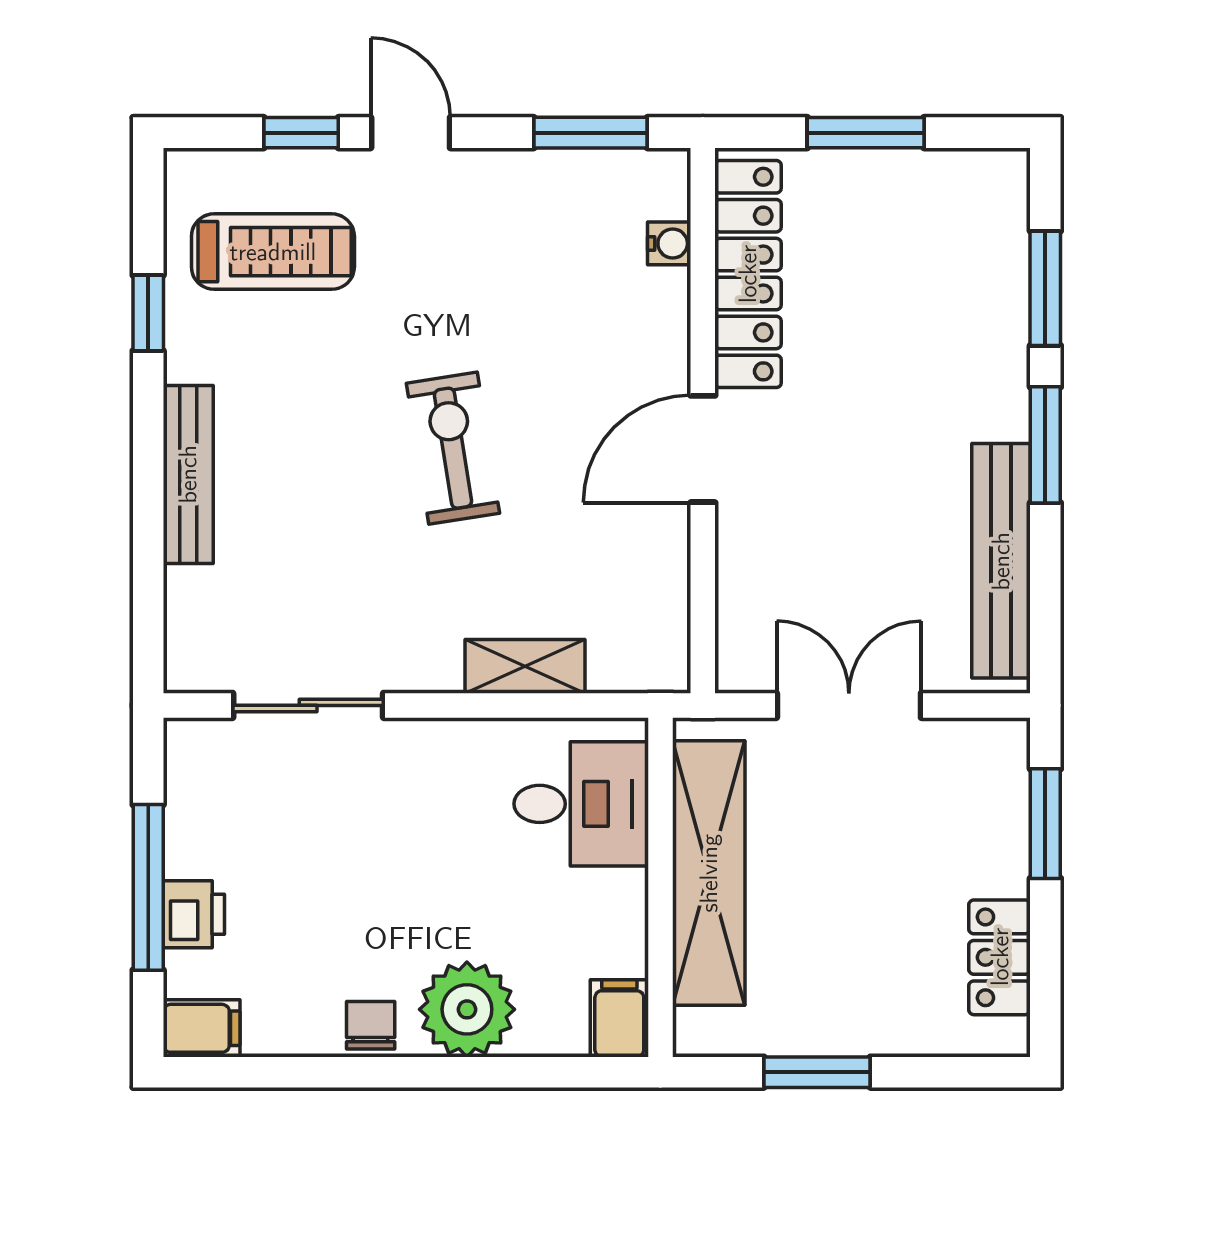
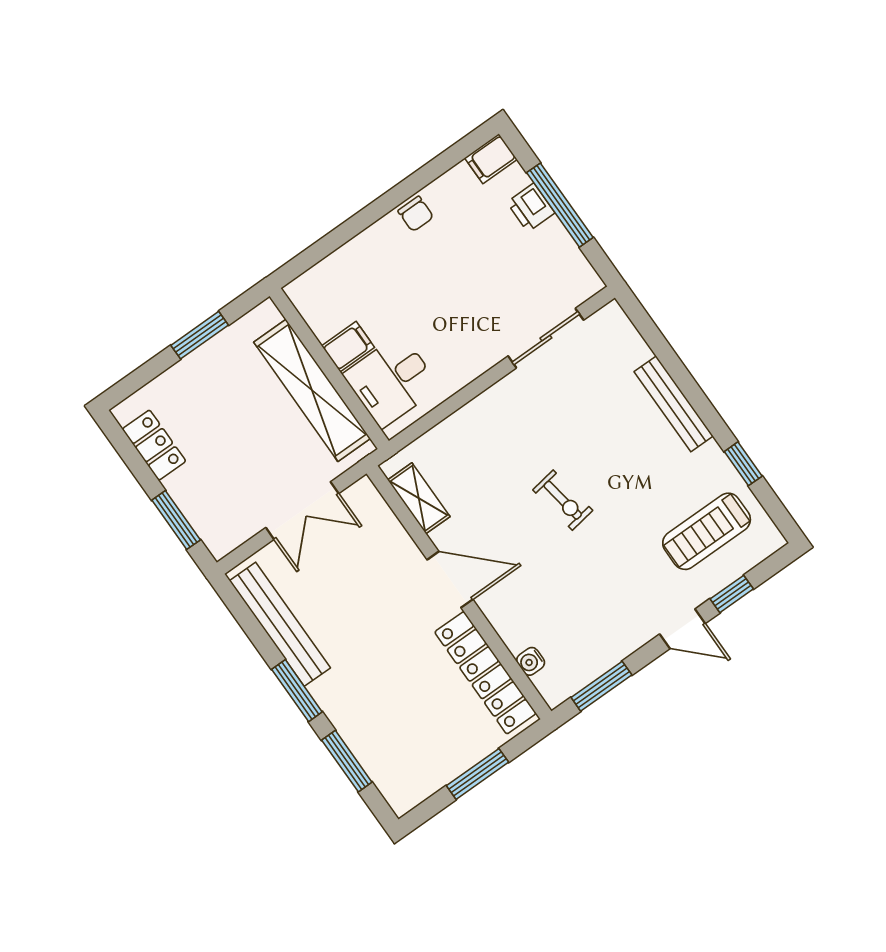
exercise bike: (453, 448) -> (563, 500), width x0.73, depth x0.72
door: (703, 449) -> (450, 580), hinge flipped
shelving: (525, 666) -> (419, 498), moved, turned 90
plant: (467, 1009) -> (377, 252), removed
filing cabinet: (619, 1018) -> (348, 347), moved, turned -90

